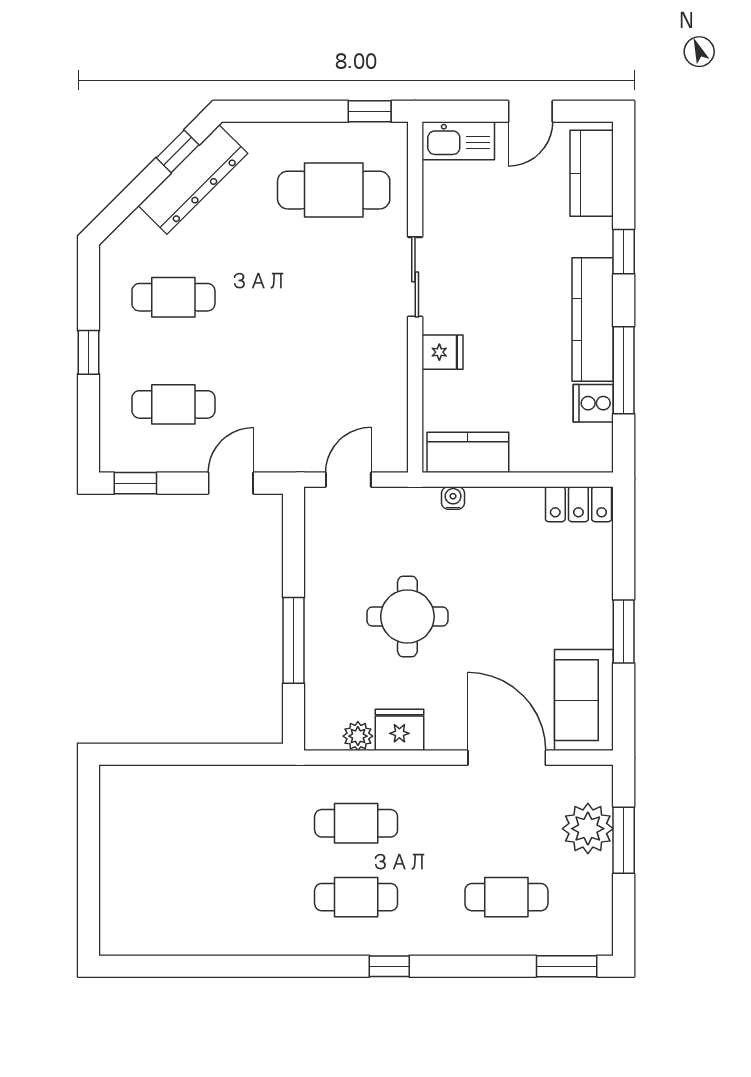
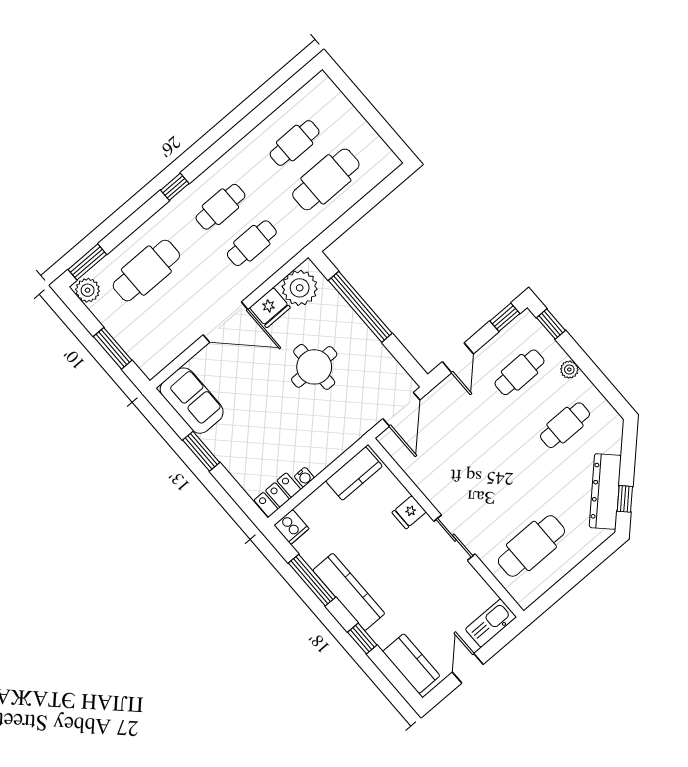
window: (370, 111) -> (547, 600), removed
window: (89, 352) -> (551, 324), moved
plant: (113, 358) -> (569, 370), added
cooker: (593, 403) -> (291, 527), moved, turned 90
door: (348, 480) -> (401, 409), width x1.38
water cooler: (453, 498) -> (304, 477), moved
window: (294, 640) -> (360, 307), width x1.46
plant: (358, 736) -> (300, 288), width x1.88, depth x1.88
door: (507, 758) -> (225, 322), moved
cafe table: (206, 823) -> (326, 179), added
plant: (588, 829) -> (88, 290), moved, width x0.73, depth x0.73
cafe table: (206, 897) -> (295, 143), added
cafe table: (506, 897) -> (146, 271), width x1.37, depth x1.35

